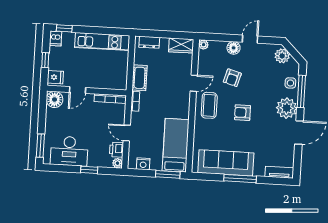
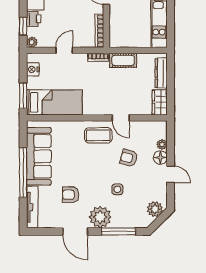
dresser: (149, 42) -> (161, 73), width x1.44
plant: (204, 45) -> (162, 144), moved
side table: (290, 83) -> (117, 189), moved
armchair: (242, 113) -> (71, 195), moved, turned -90
printer: (117, 150) -> (34, 19), moved, turned 90
window: (89, 170) -> (23, 26), moved
tv unit: (279, 172) -> (32, 207), width x1.41
window: (240, 179) -> (23, 172), width x1.46

